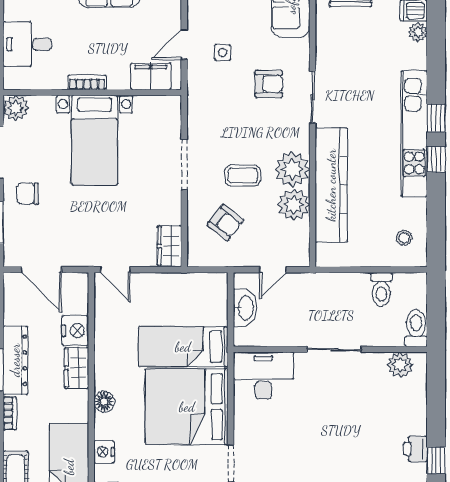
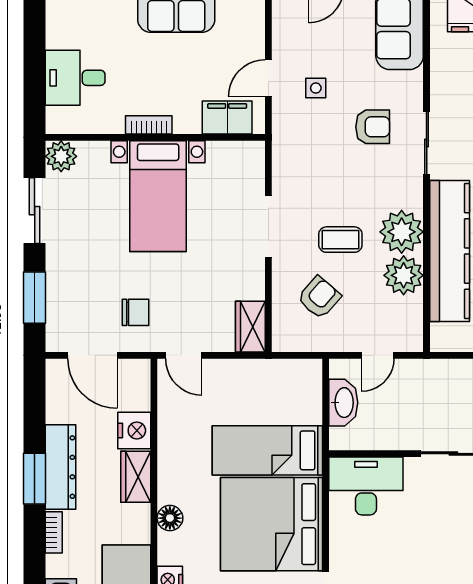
chair: (28, 194) -> (136, 312), moved, turned 180
armchair: (225, 223) -> (319, 297), turned -87

